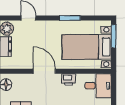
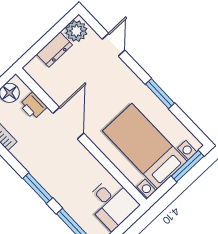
printer: (69, 80) -> (33, 106), moved

